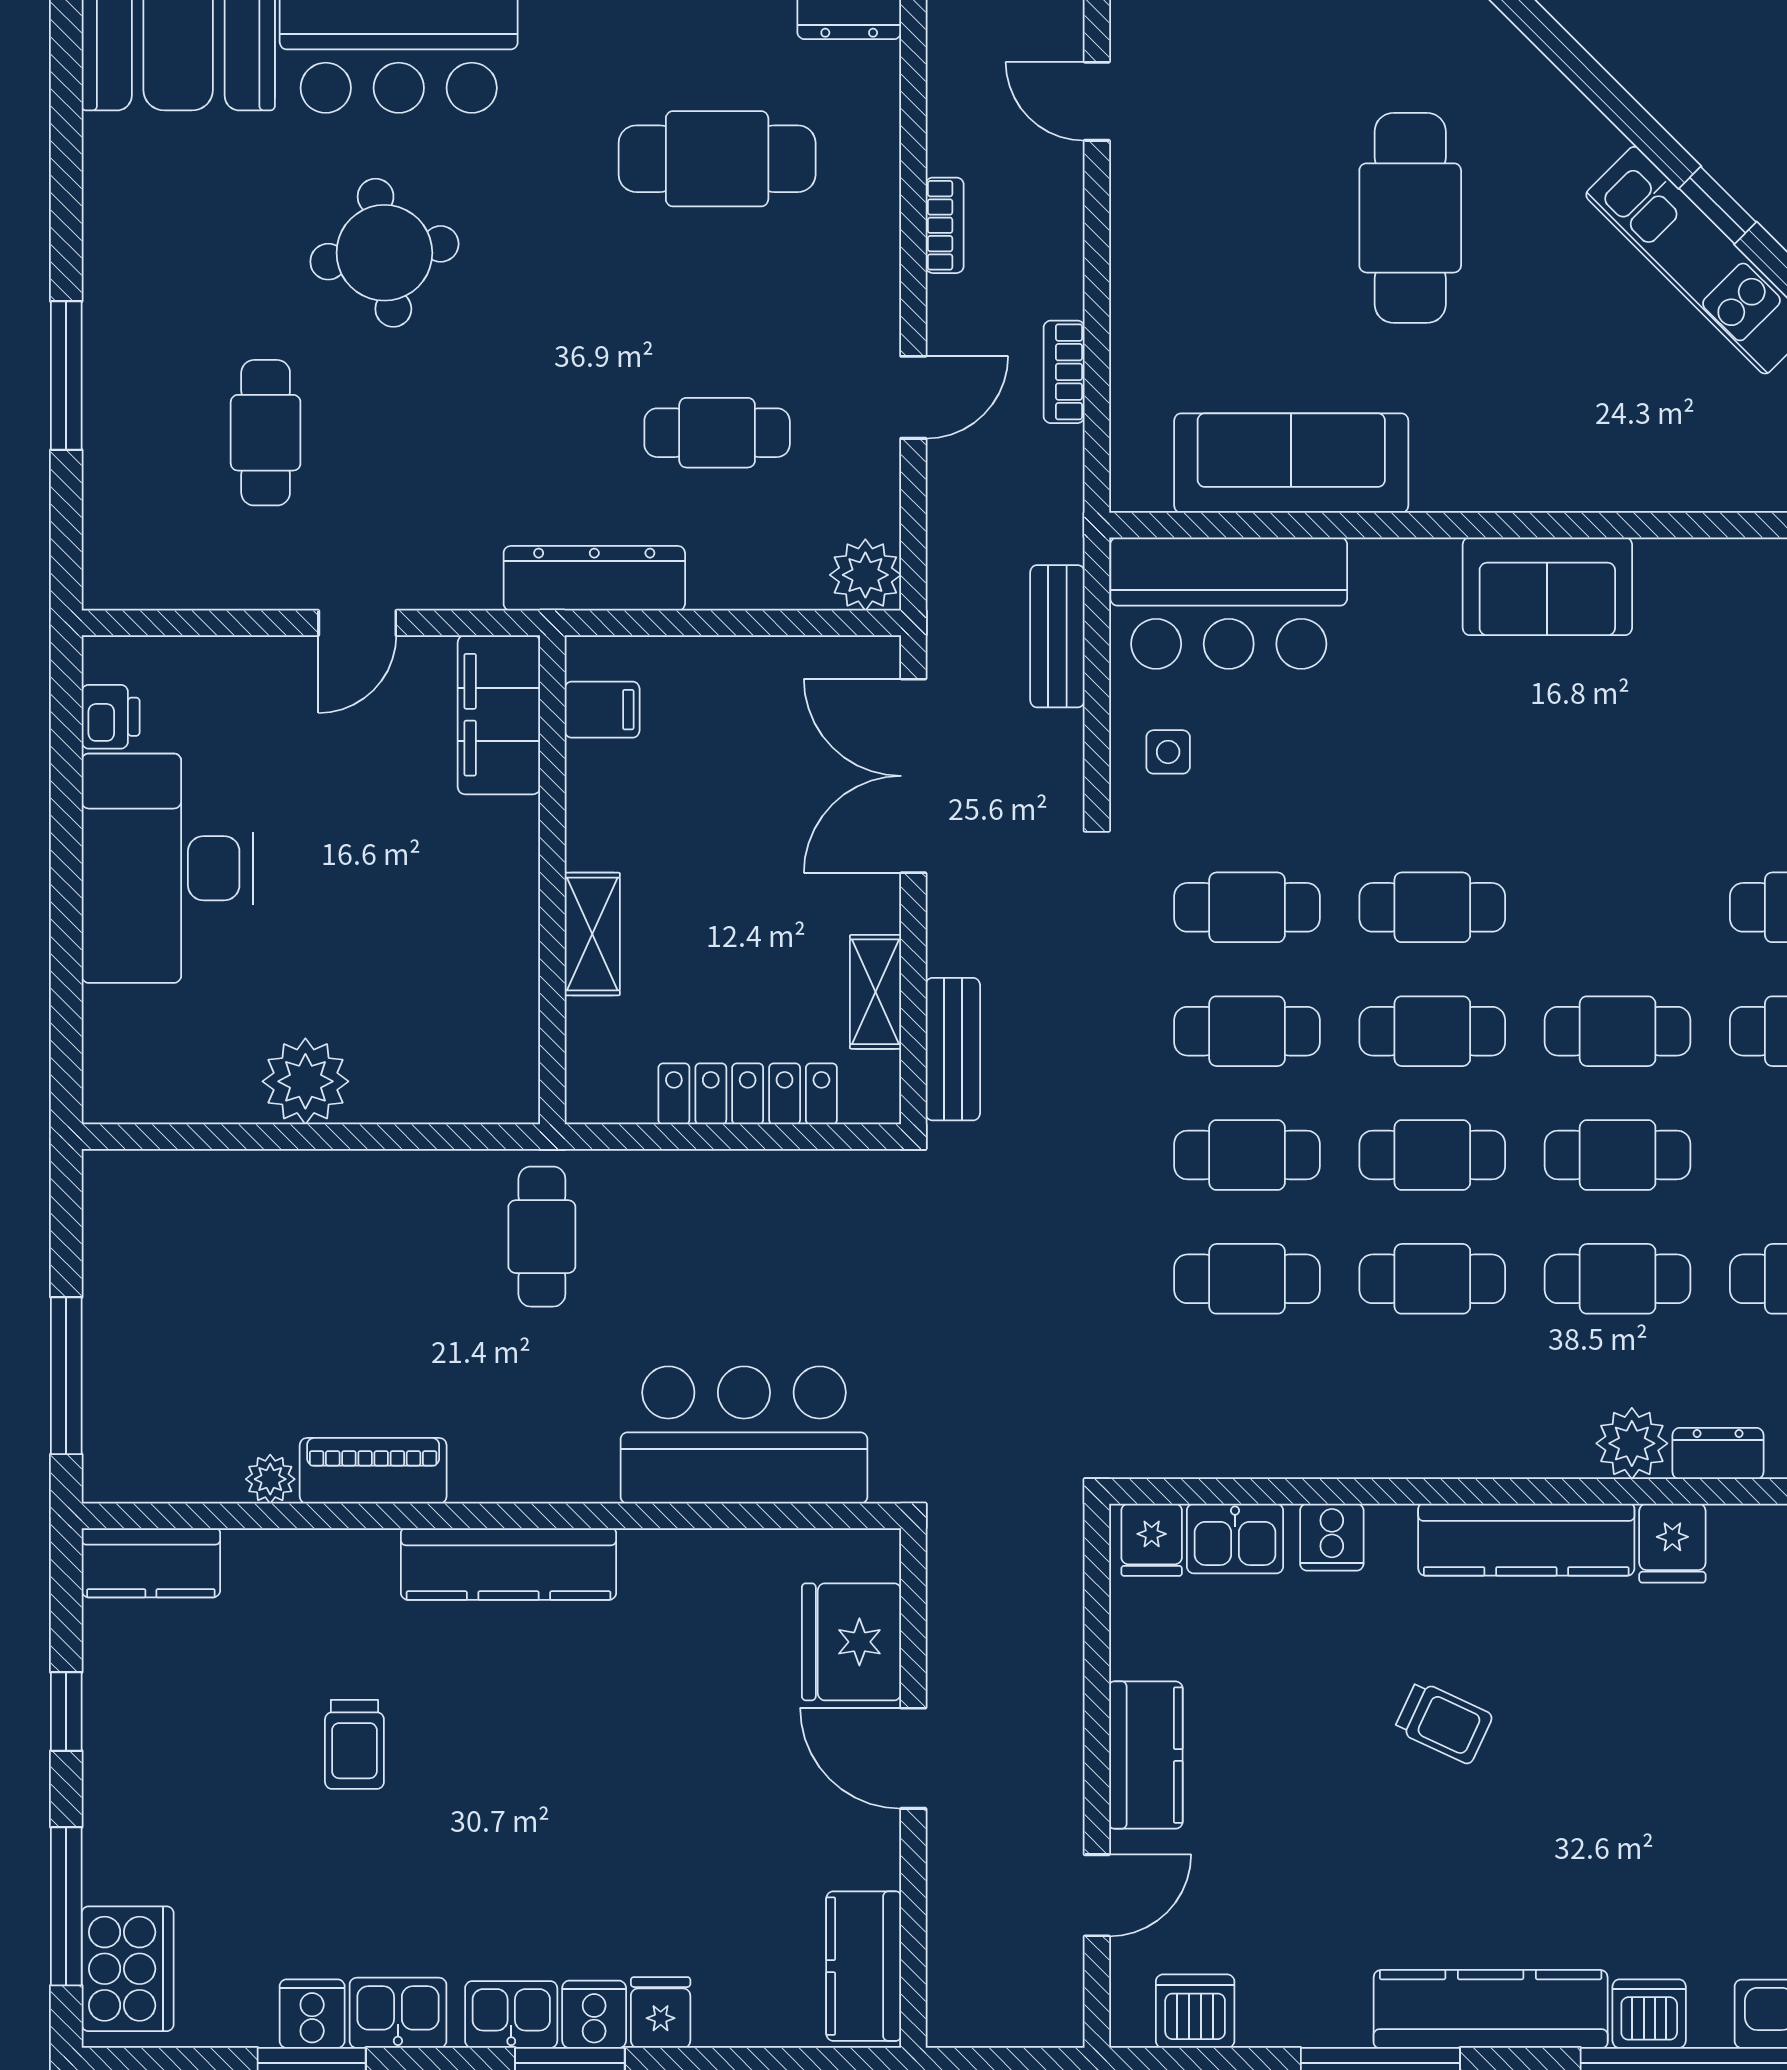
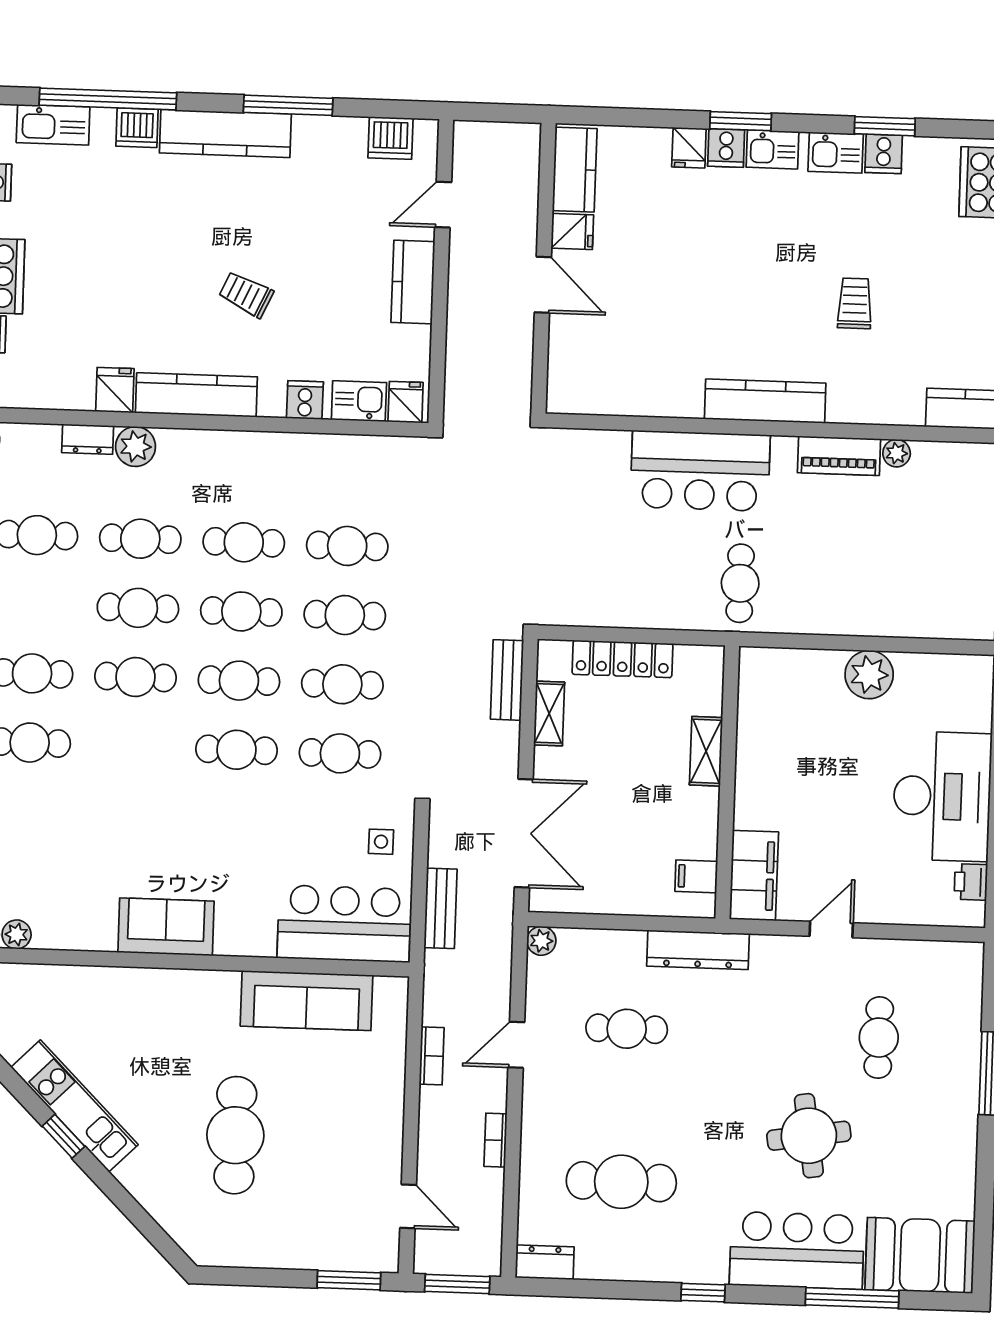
plant: (865, 575) -> (541, 941), width x0.73, depth x0.73
bar counter: (744, 1435) -> (700, 471), moved
fridge: (851, 1642) -> (572, 231), moved, width x0.53, depth x0.75

